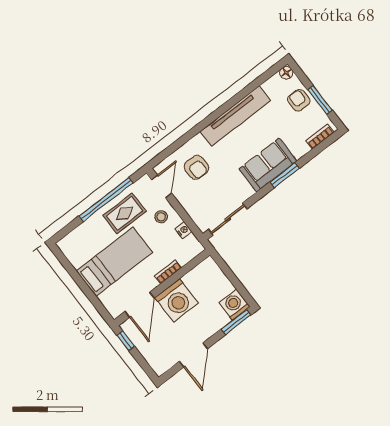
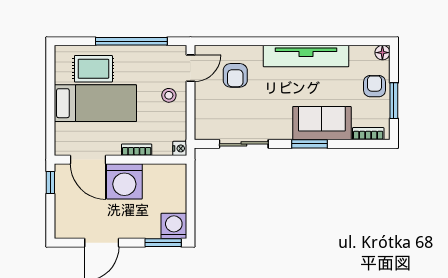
sofa: (268, 165) -> (322, 123), moved
rug: (124, 213) -> (93, 69), moved
sliding door: (228, 219) -> (244, 144), moved
nightstand: (183, 230) -> (180, 148), moved
door: (140, 305) -> (88, 160), hinge flipped

